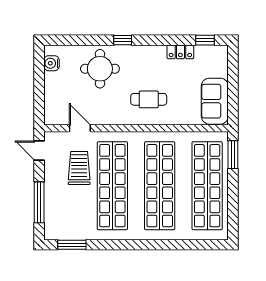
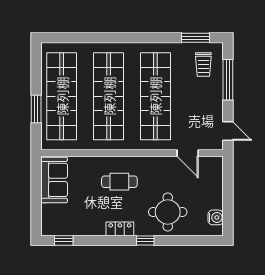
locker: (180, 52) -> (120, 229), moved
window: (233, 155) -> (36, 109), moved
trolley: (79, 168) -> (203, 65), moved, width x0.73, depth x0.72

